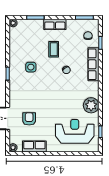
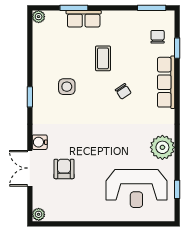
row of seats: (55, 24) -> (84, 19), moved
water cooler: (14, 102) -> (40, 142), added
reception desk: (75, 131) -> (136, 189), turned 180
row of seats: (34, 146) -> (72, 213), removed

